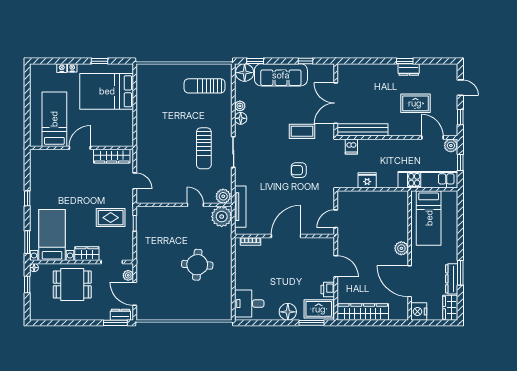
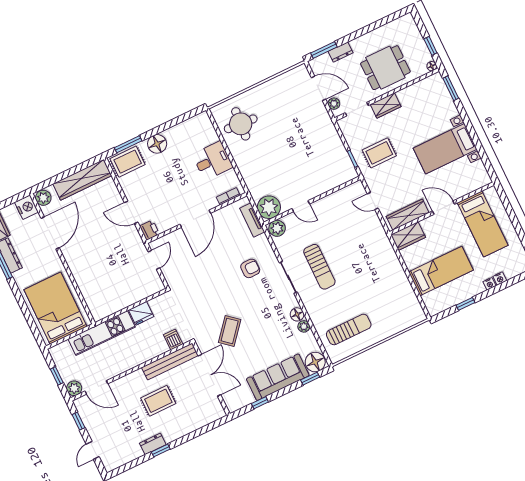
door: (460, 88) -> (93, 450), hinge flipped
bed: (107, 91) -> (441, 271), width x0.67
rug: (415, 103) -> (158, 401), moved
coffee table: (302, 131) -> (230, 331), turned -50
wardrobe: (120, 139) -> (408, 236), added
door: (80, 148) -> (444, 208), swing flipped
sun lounger: (204, 148) -> (319, 267), turned 180
armchair: (299, 170) -> (250, 268), moved
kitchen unit: (428, 180) -> (102, 333), moved
window: (27, 198) -> (472, 132), removed
tv unit: (240, 207) -> (252, 220), width x0.71
bed: (429, 218) -> (55, 308), width x1.50
bed with nightstands: (52, 235) -> (445, 149), moved, turned 90
plant: (401, 248) -> (43, 198), moved
round table: (197, 265) -> (241, 124), moved
door: (410, 281) -> (50, 233), hinge flipped
printer: (328, 289) -> (149, 230), moved
desk: (249, 304) -> (213, 161), moved
dresser: (120, 315) -> (341, 52), moved

